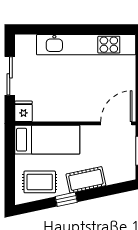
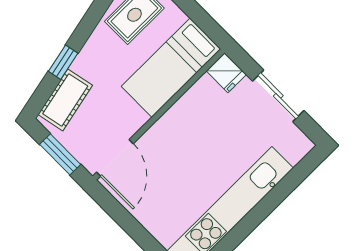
cot: (86, 180) -> (65, 100), moved
window: (66, 199) -> (63, 62), moved

